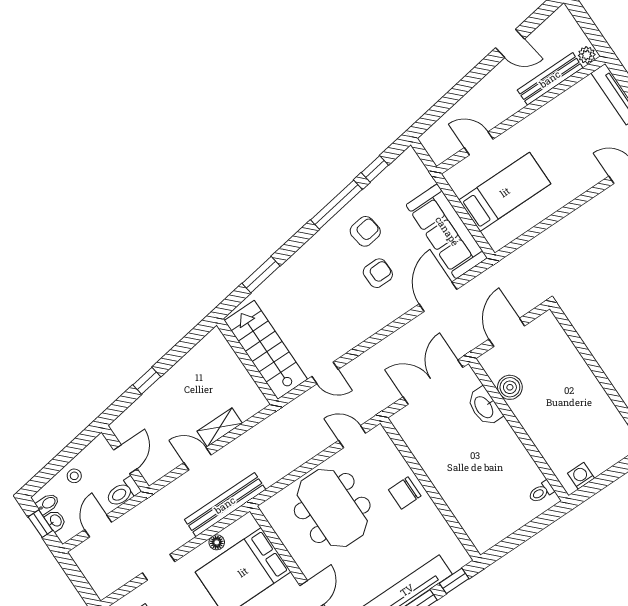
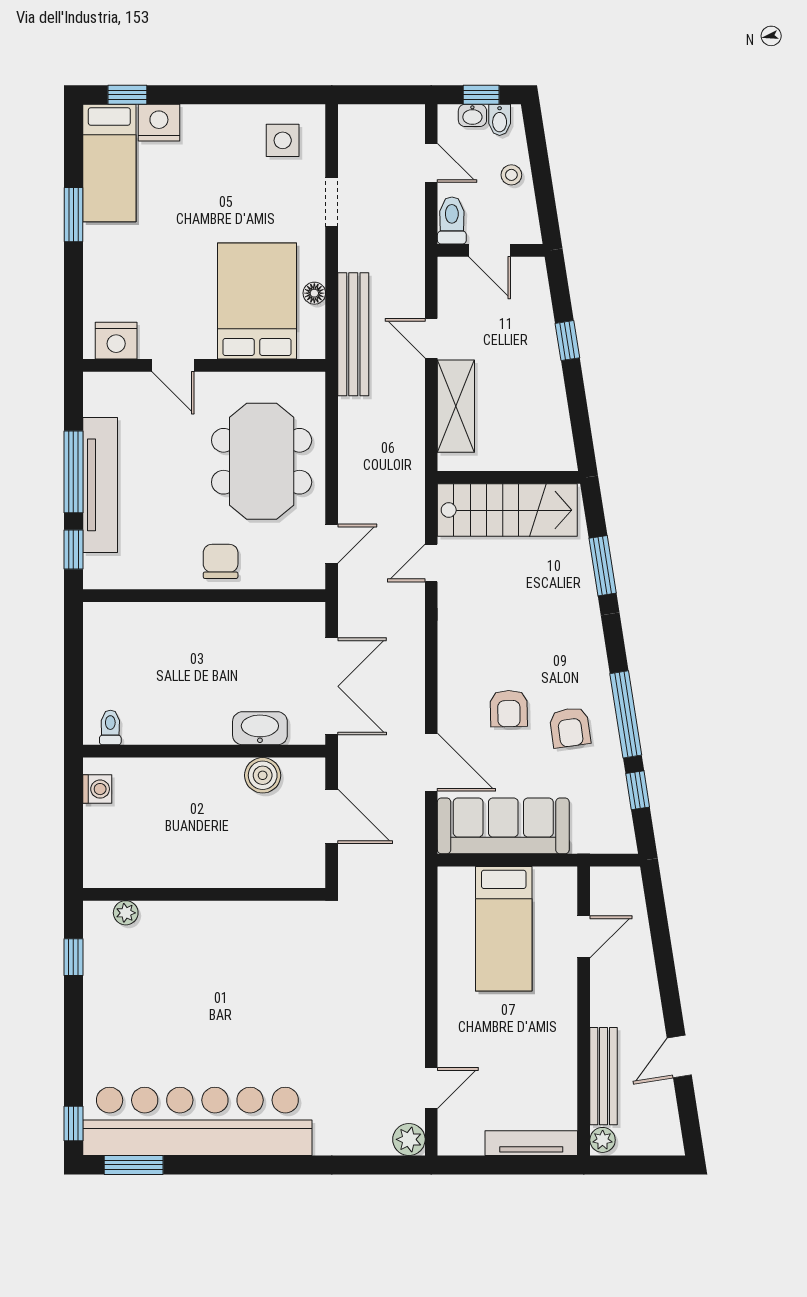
shelving: (220, 427) -> (456, 406), width x1.50, depth x1.33
door: (198, 459) -> (431, 338), swing flipped
meeting table: (332, 508) -> (262, 461), turned 90

